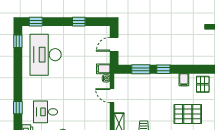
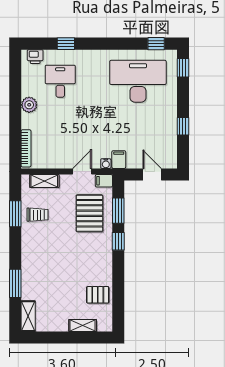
filing cabinet: (184, 80) -> (104, 181), moved
pallet: (188, 114) -> (89, 213), moved

